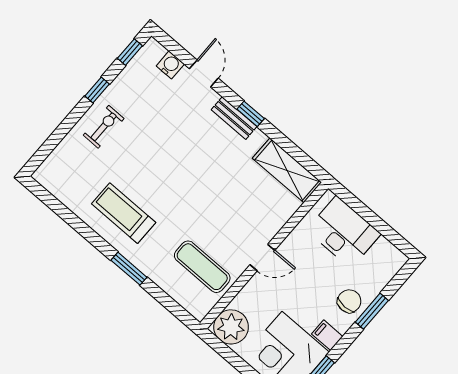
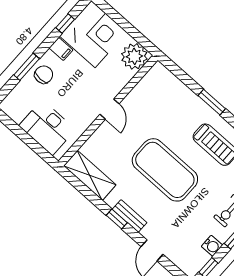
water cooler: (170, 65) -> (212, 246), moved, turned -90
door: (262, 258) -> (110, 109), swing flipped
exercise mat: (202, 267) -> (165, 170), moved, width x2.00, depth x1.45
chair: (349, 301) -> (44, 75), turned 180

